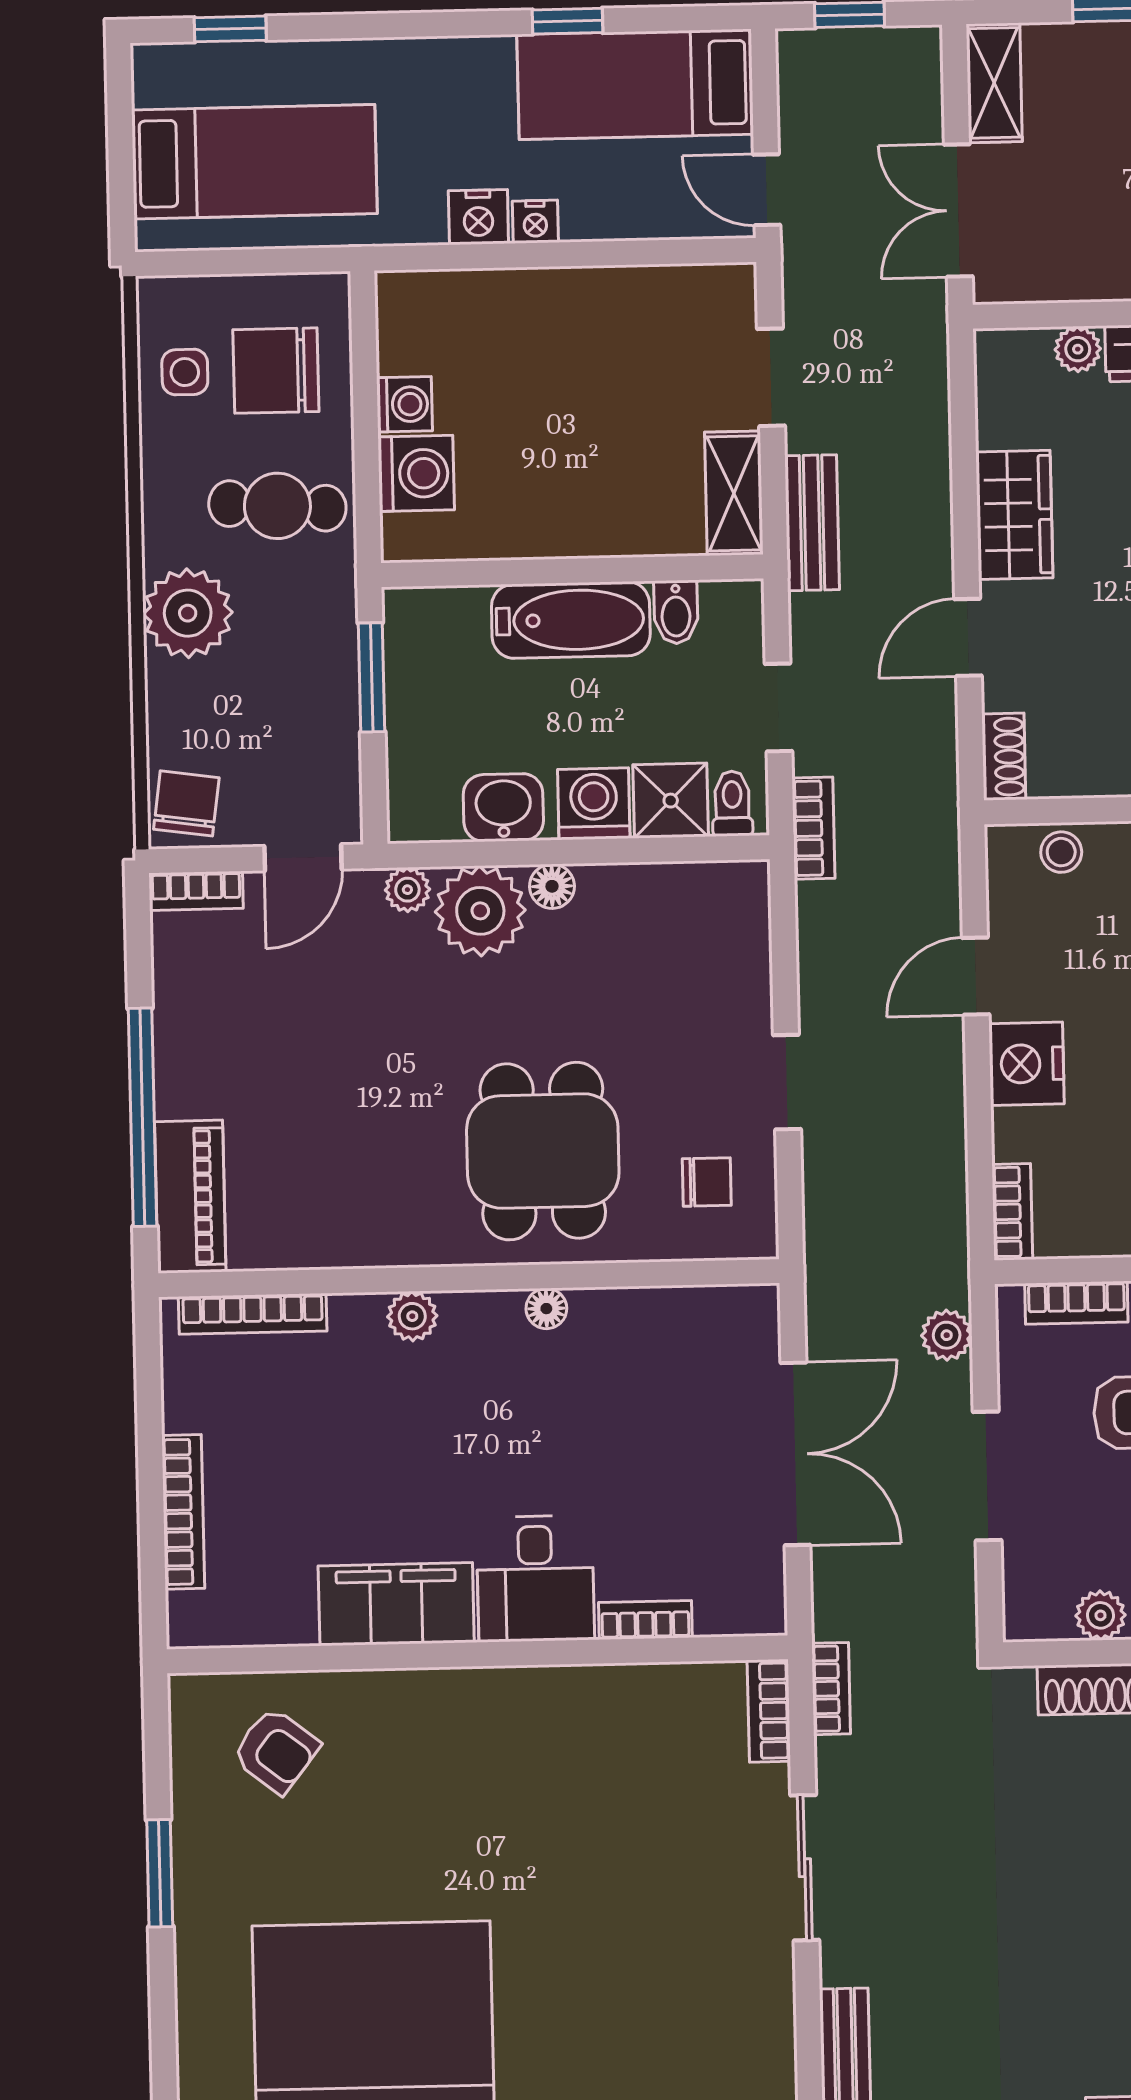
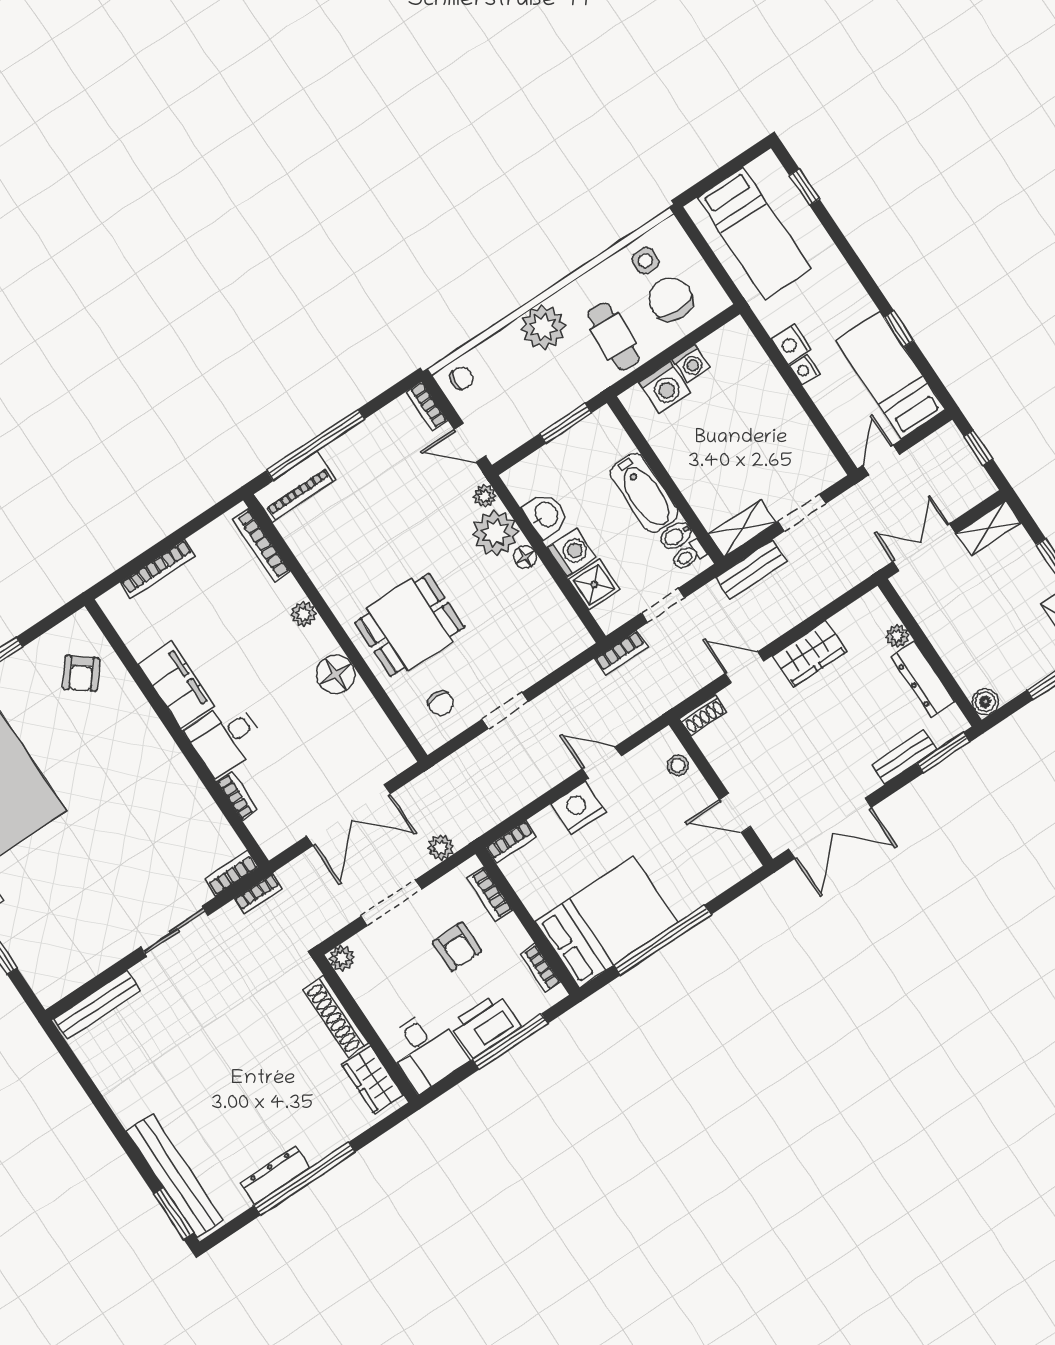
chair: (186, 803) -> (461, 378), width x0.73, depth x0.73
toilet: (732, 804) -> (689, 555), moved, turned 180
floor lamp: (546, 1309) -> (336, 674), width x1.89, depth x1.89
plant: (1100, 1615) -> (342, 958), moved

